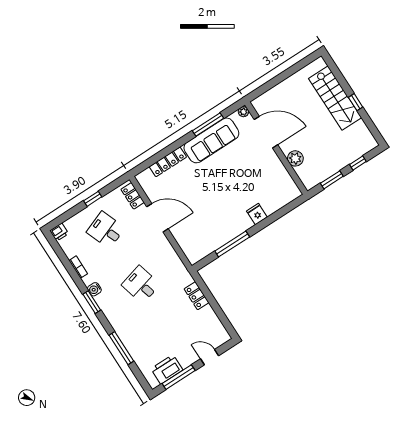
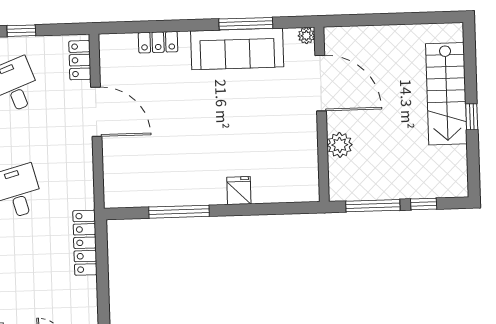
locker: (168, 162) -> (158, 42), width x0.66
window: (332, 180) -> (373, 206), width x1.44
locker: (196, 296) -> (85, 243), width x1.53

